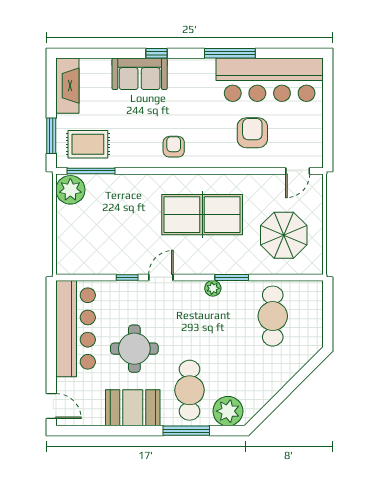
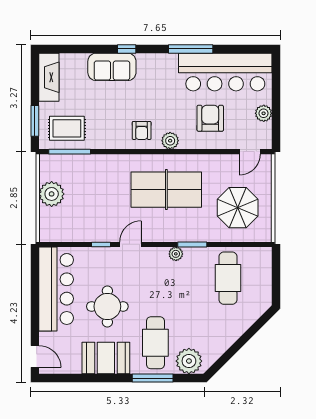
plant: (314, 127) -> (264, 113), added
armchair: (174, 147) -> (142, 130), turned 180
plant: (206, 158) -> (170, 141), added
plant: (70, 190) -> (52, 194), moved

